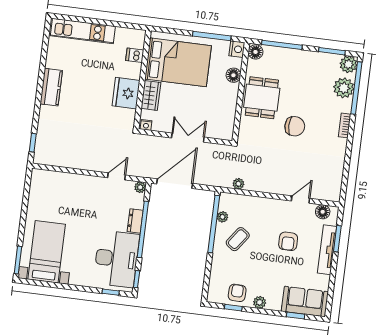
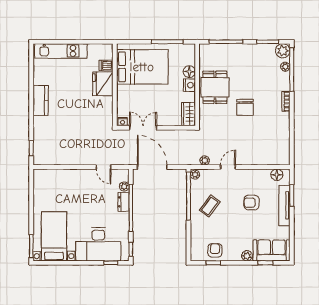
nightstand: (237, 49) -> (189, 85), moved
floor lamp: (256, 52) -> (205, 50), removed
plant: (344, 88) -> (285, 67), width x0.53, depth x0.53
fridge: (126, 93) -> (103, 84), moved
wardrobe: (151, 95) -> (188, 114), moved, turned 180
chair: (295, 126) -> (245, 107), turned 90
double door: (188, 138) -> (143, 128), moved
door: (116, 176) -> (104, 167), swing flipped
door: (175, 184) -> (152, 167), hinge flipped
plant: (140, 187) -> (124, 186), moved
door: (301, 200) -> (228, 167), moved
plant: (222, 217) -> (195, 175), moved
armchair: (288, 241) -> (251, 203), turned 90
desk: (116, 259) -> (98, 244), moved, turned 90
plant: (260, 302) -> (247, 256), moved

